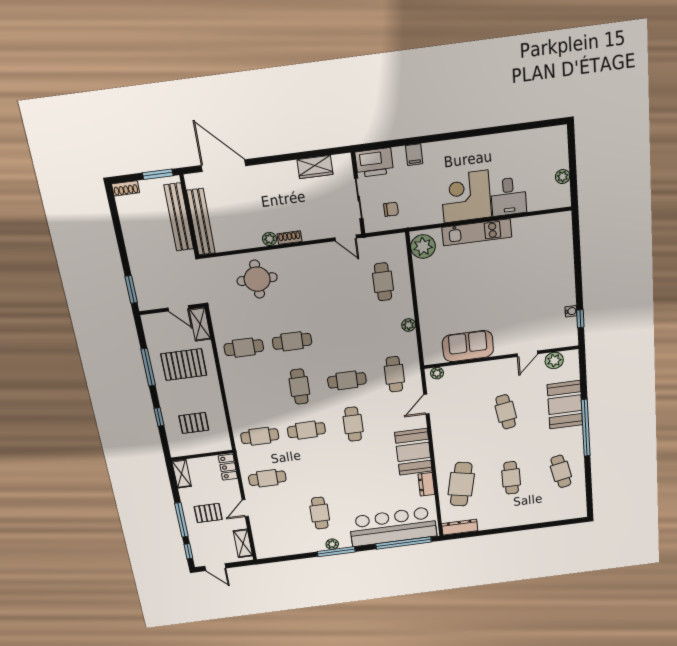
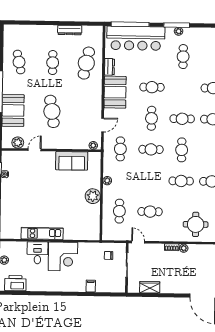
printer: (374, 163) -> (15, 283), moved
kitchen unit: (477, 232) -> (42, 233), moved
plant: (423, 247) -> (93, 196), moved
cafe table: (334, 288) -> (150, 212), added
cafe table: (506, 412) -> (52, 111), width x1.37, depth x1.35
cafe table: (359, 466) -> (152, 87), added
dresser: (460, 527) -> (70, 30), moved

